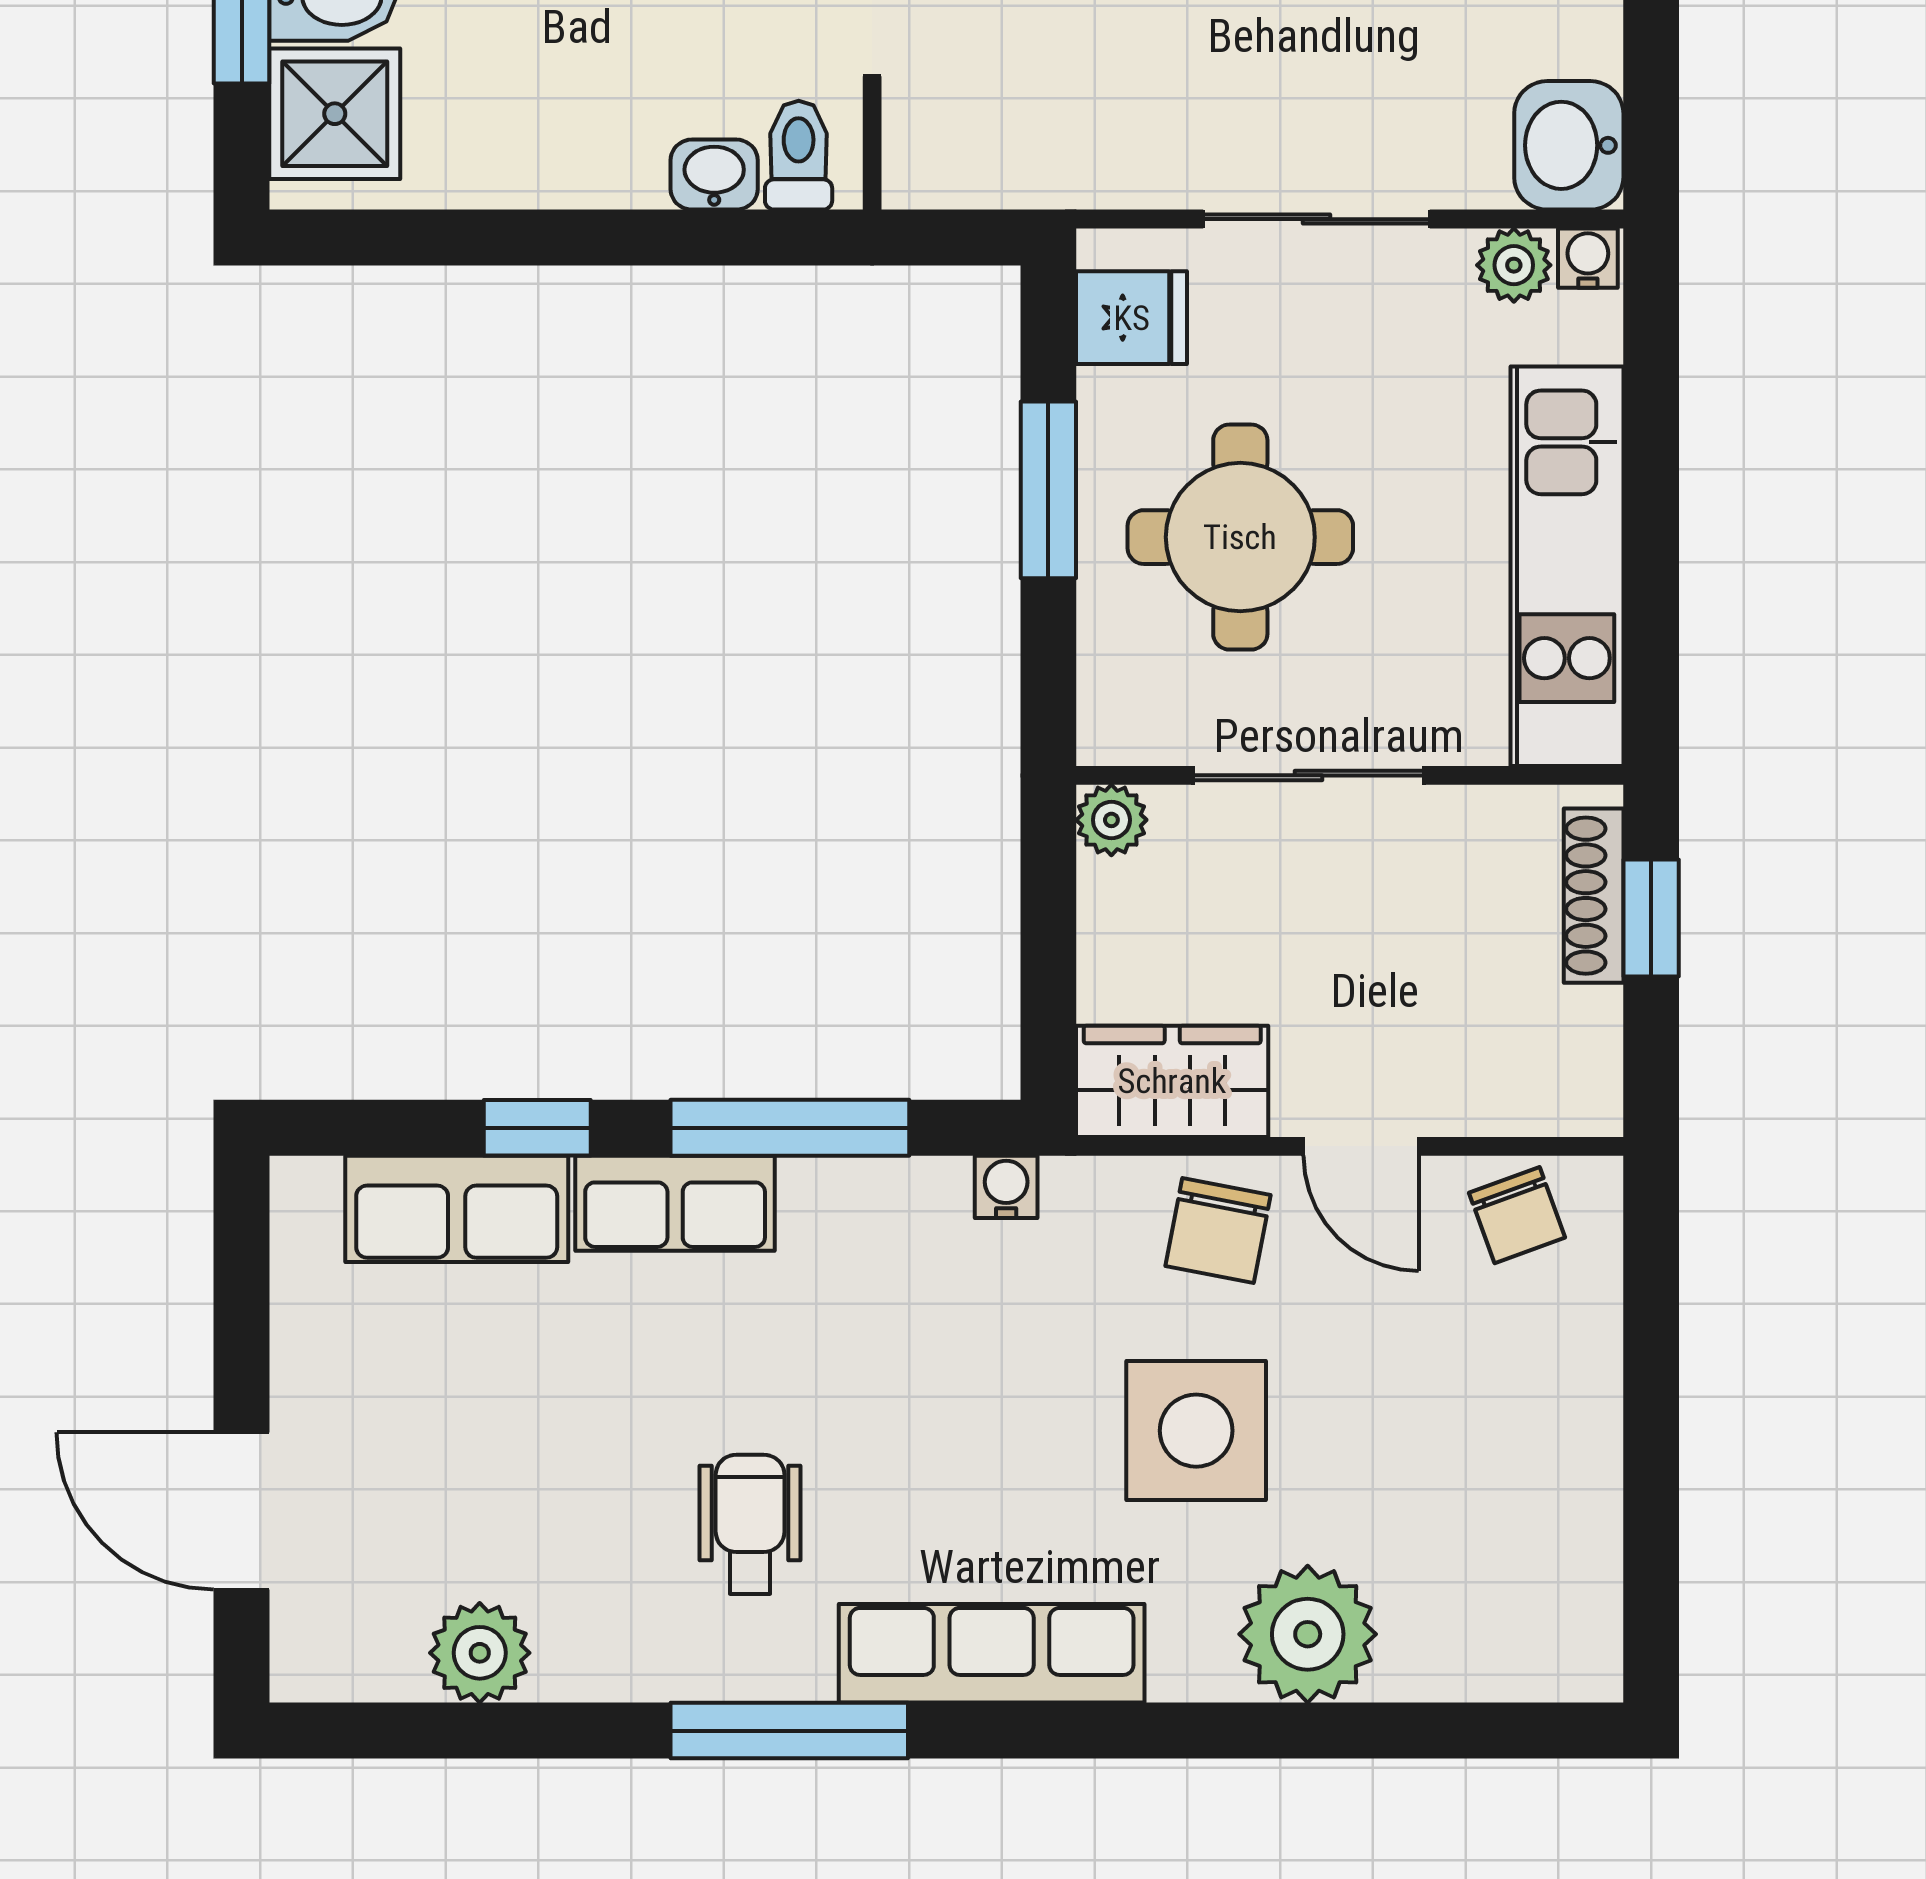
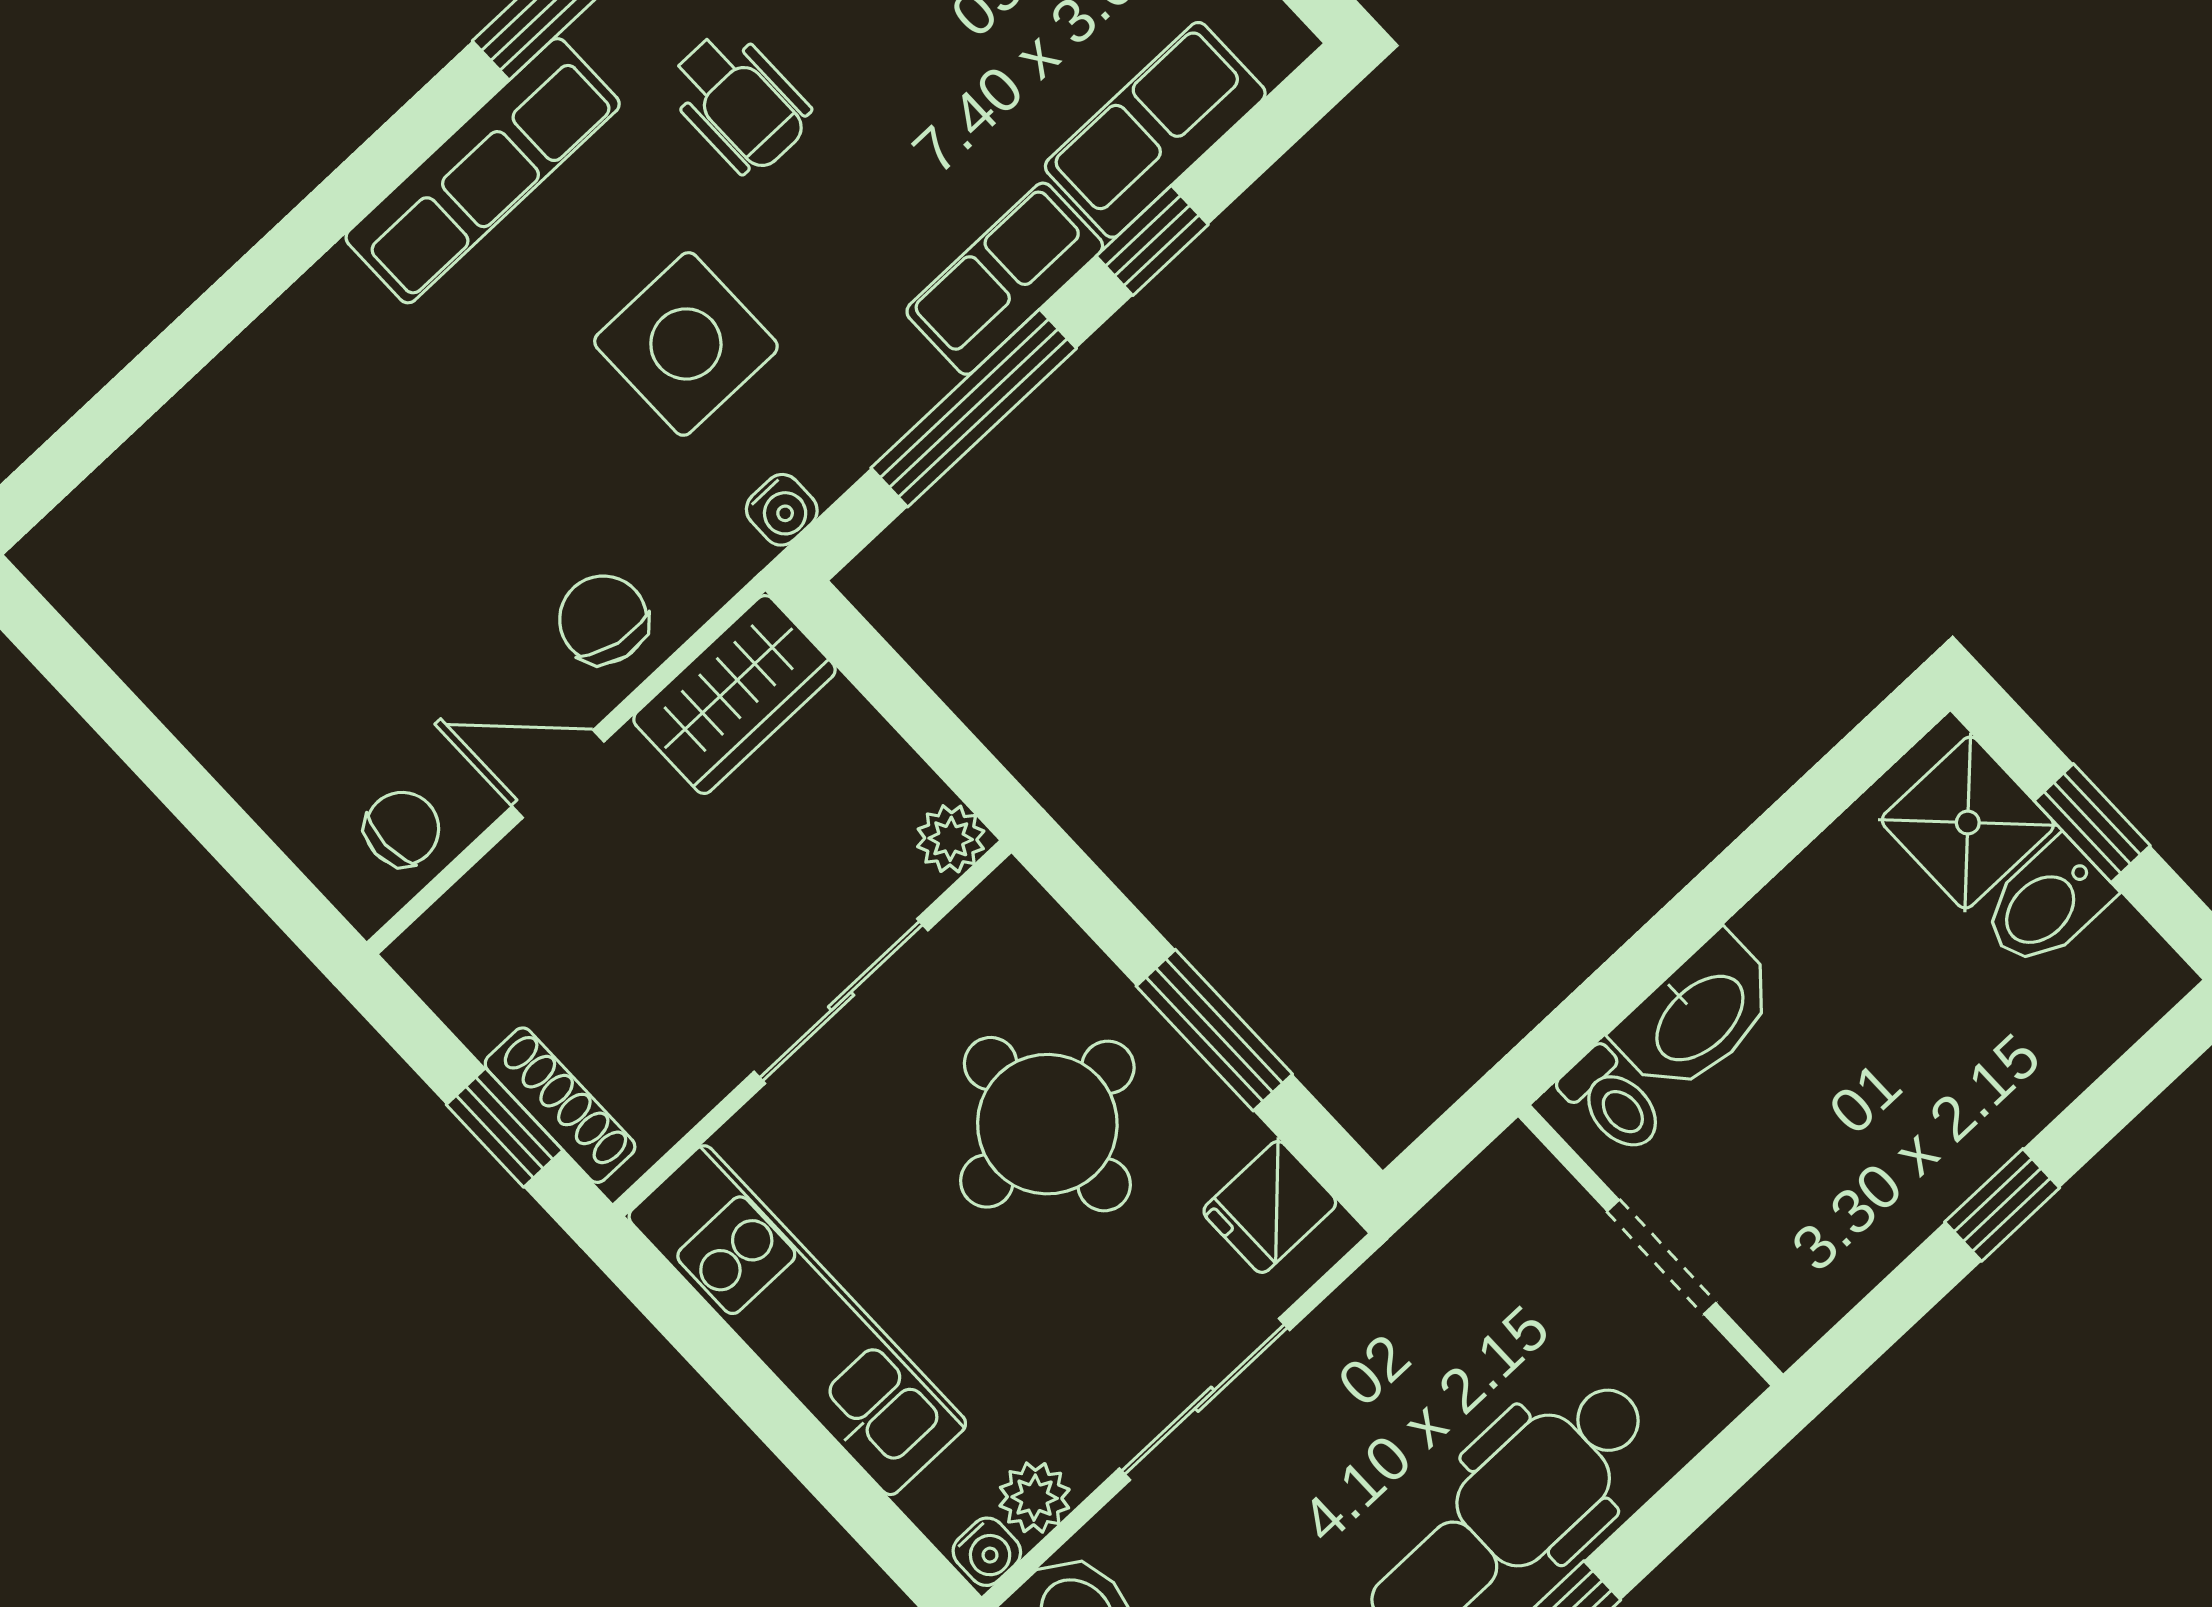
washbasin: (714, 175) -> (1698, 1016), width x1.91, depth x1.45
chair: (1517, 1215) -> (402, 829), turned 110
side table: (1196, 1431) -> (686, 344), moved
plant: (1308, 1634) -> (272, 394), removed

